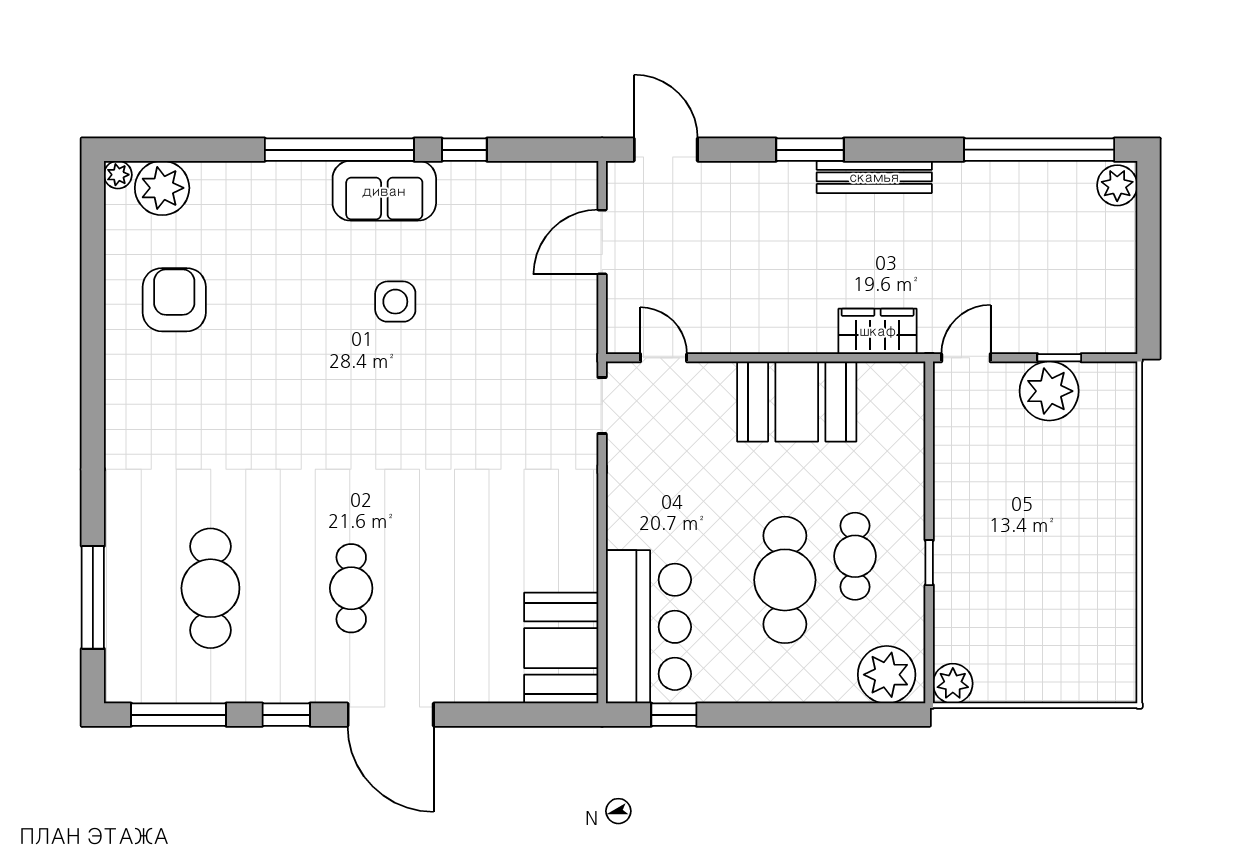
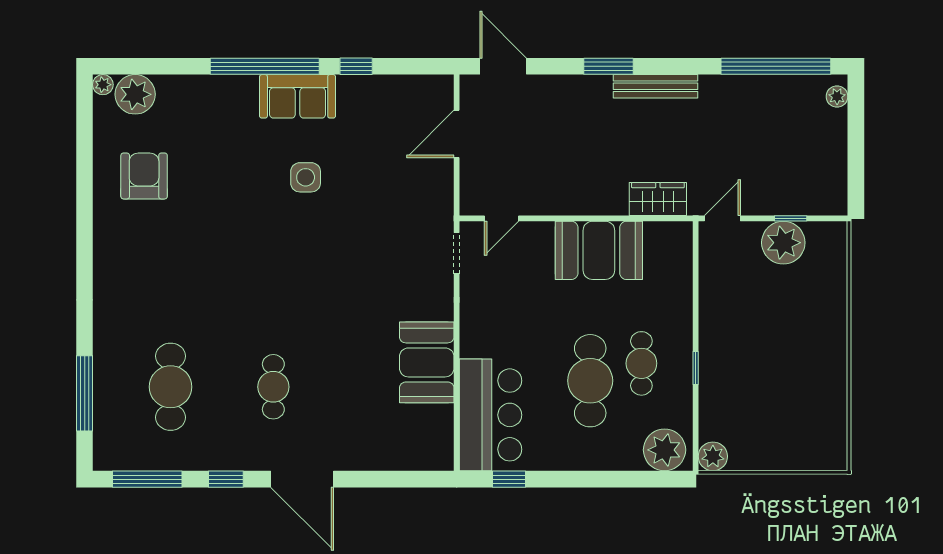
plant: (1117, 185) -> (837, 96), width x0.73, depth x0.73
door: (664, 358) -> (502, 218), swing flipped
booth: (561, 648) -> (427, 362), moved

